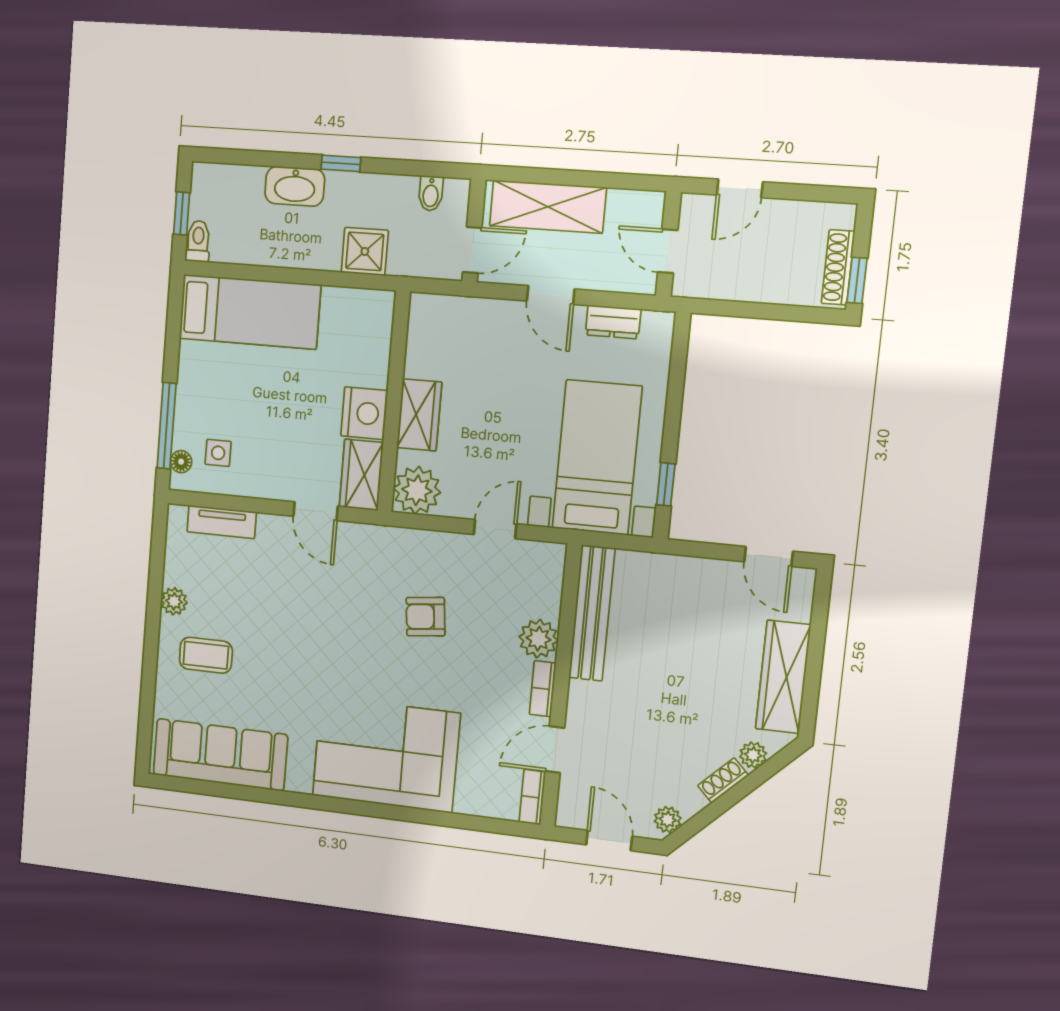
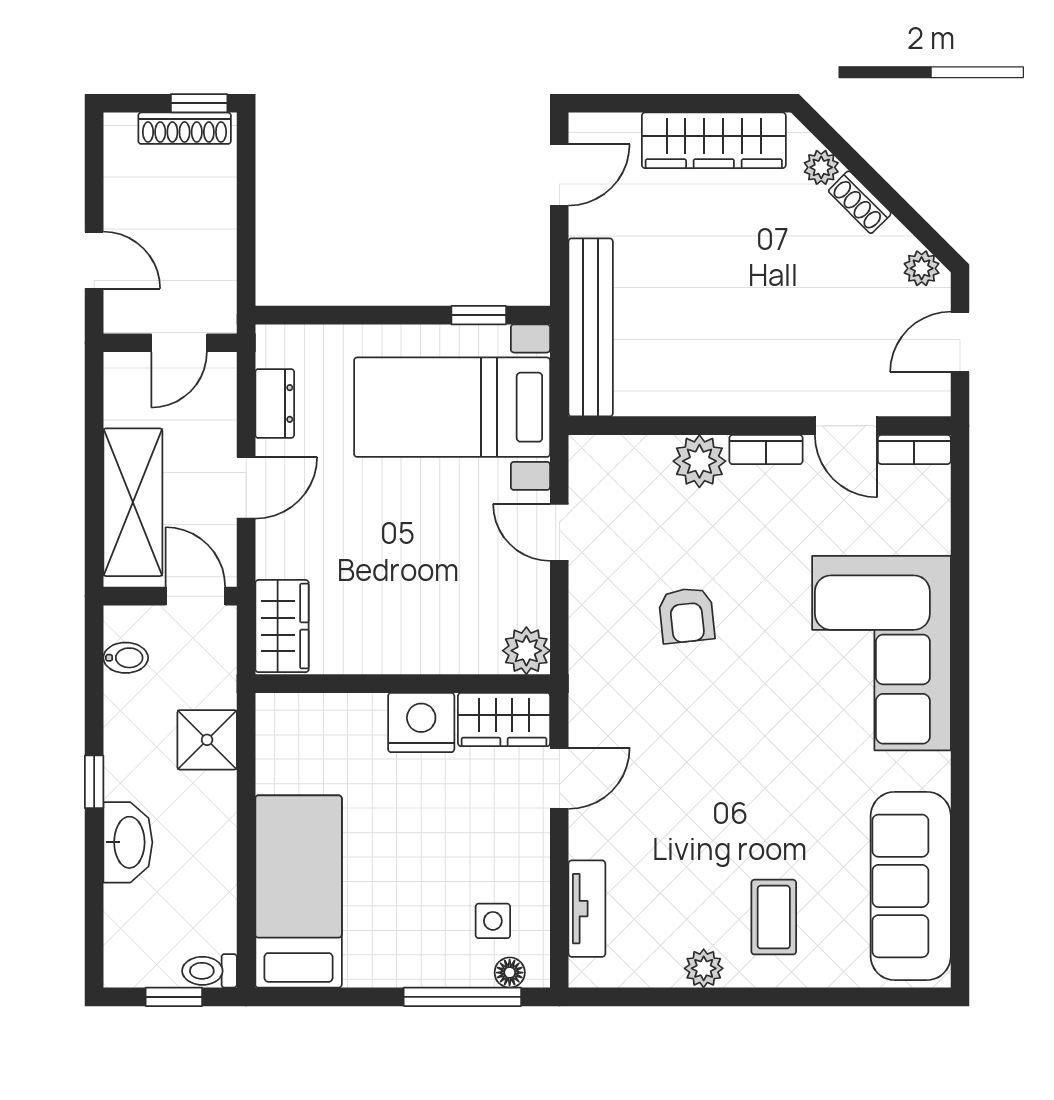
wardrobe: (419, 415) -> (282, 626), moved, turned 90
plant: (417, 490) -> (526, 651), width x0.73, depth x0.73
bench: (592, 613) -> (591, 327), moved, turned 90

